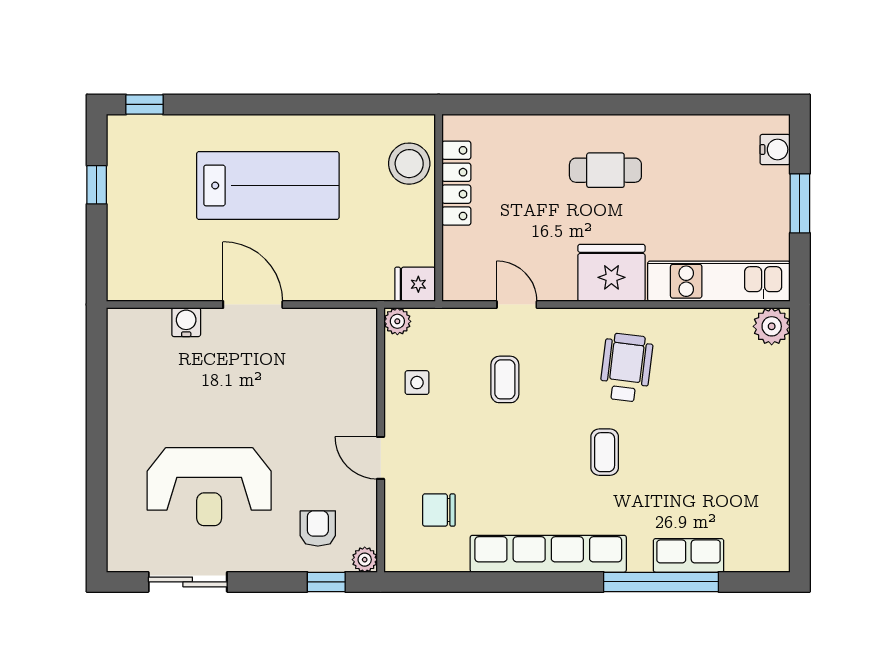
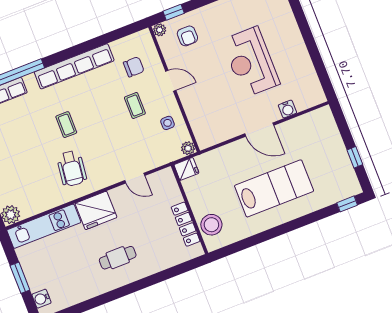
lab bench: (268, 186) -> (274, 188), turned 180
coffee table: (505, 379) -> (135, 105), moved
reception desk: (209, 487) -> (251, 62), moved, turned -90

